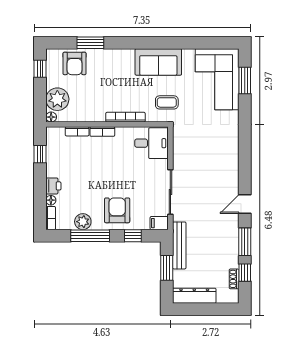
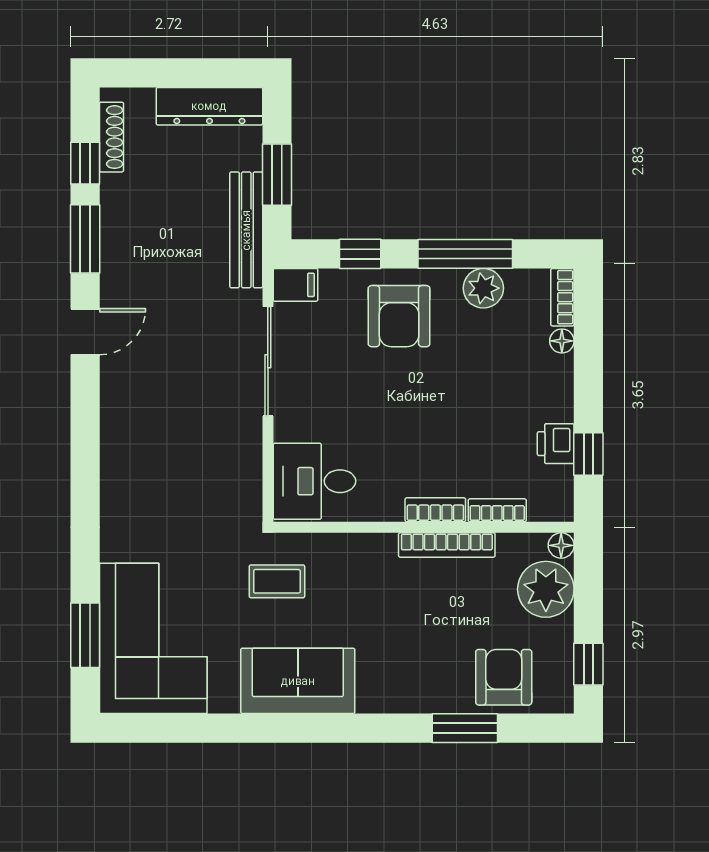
bookcase: (125, 117) -> (447, 545), moved
printer: (53, 186) -> (556, 444), moved
shoe rack: (234, 279) -> (111, 137), width x1.43

